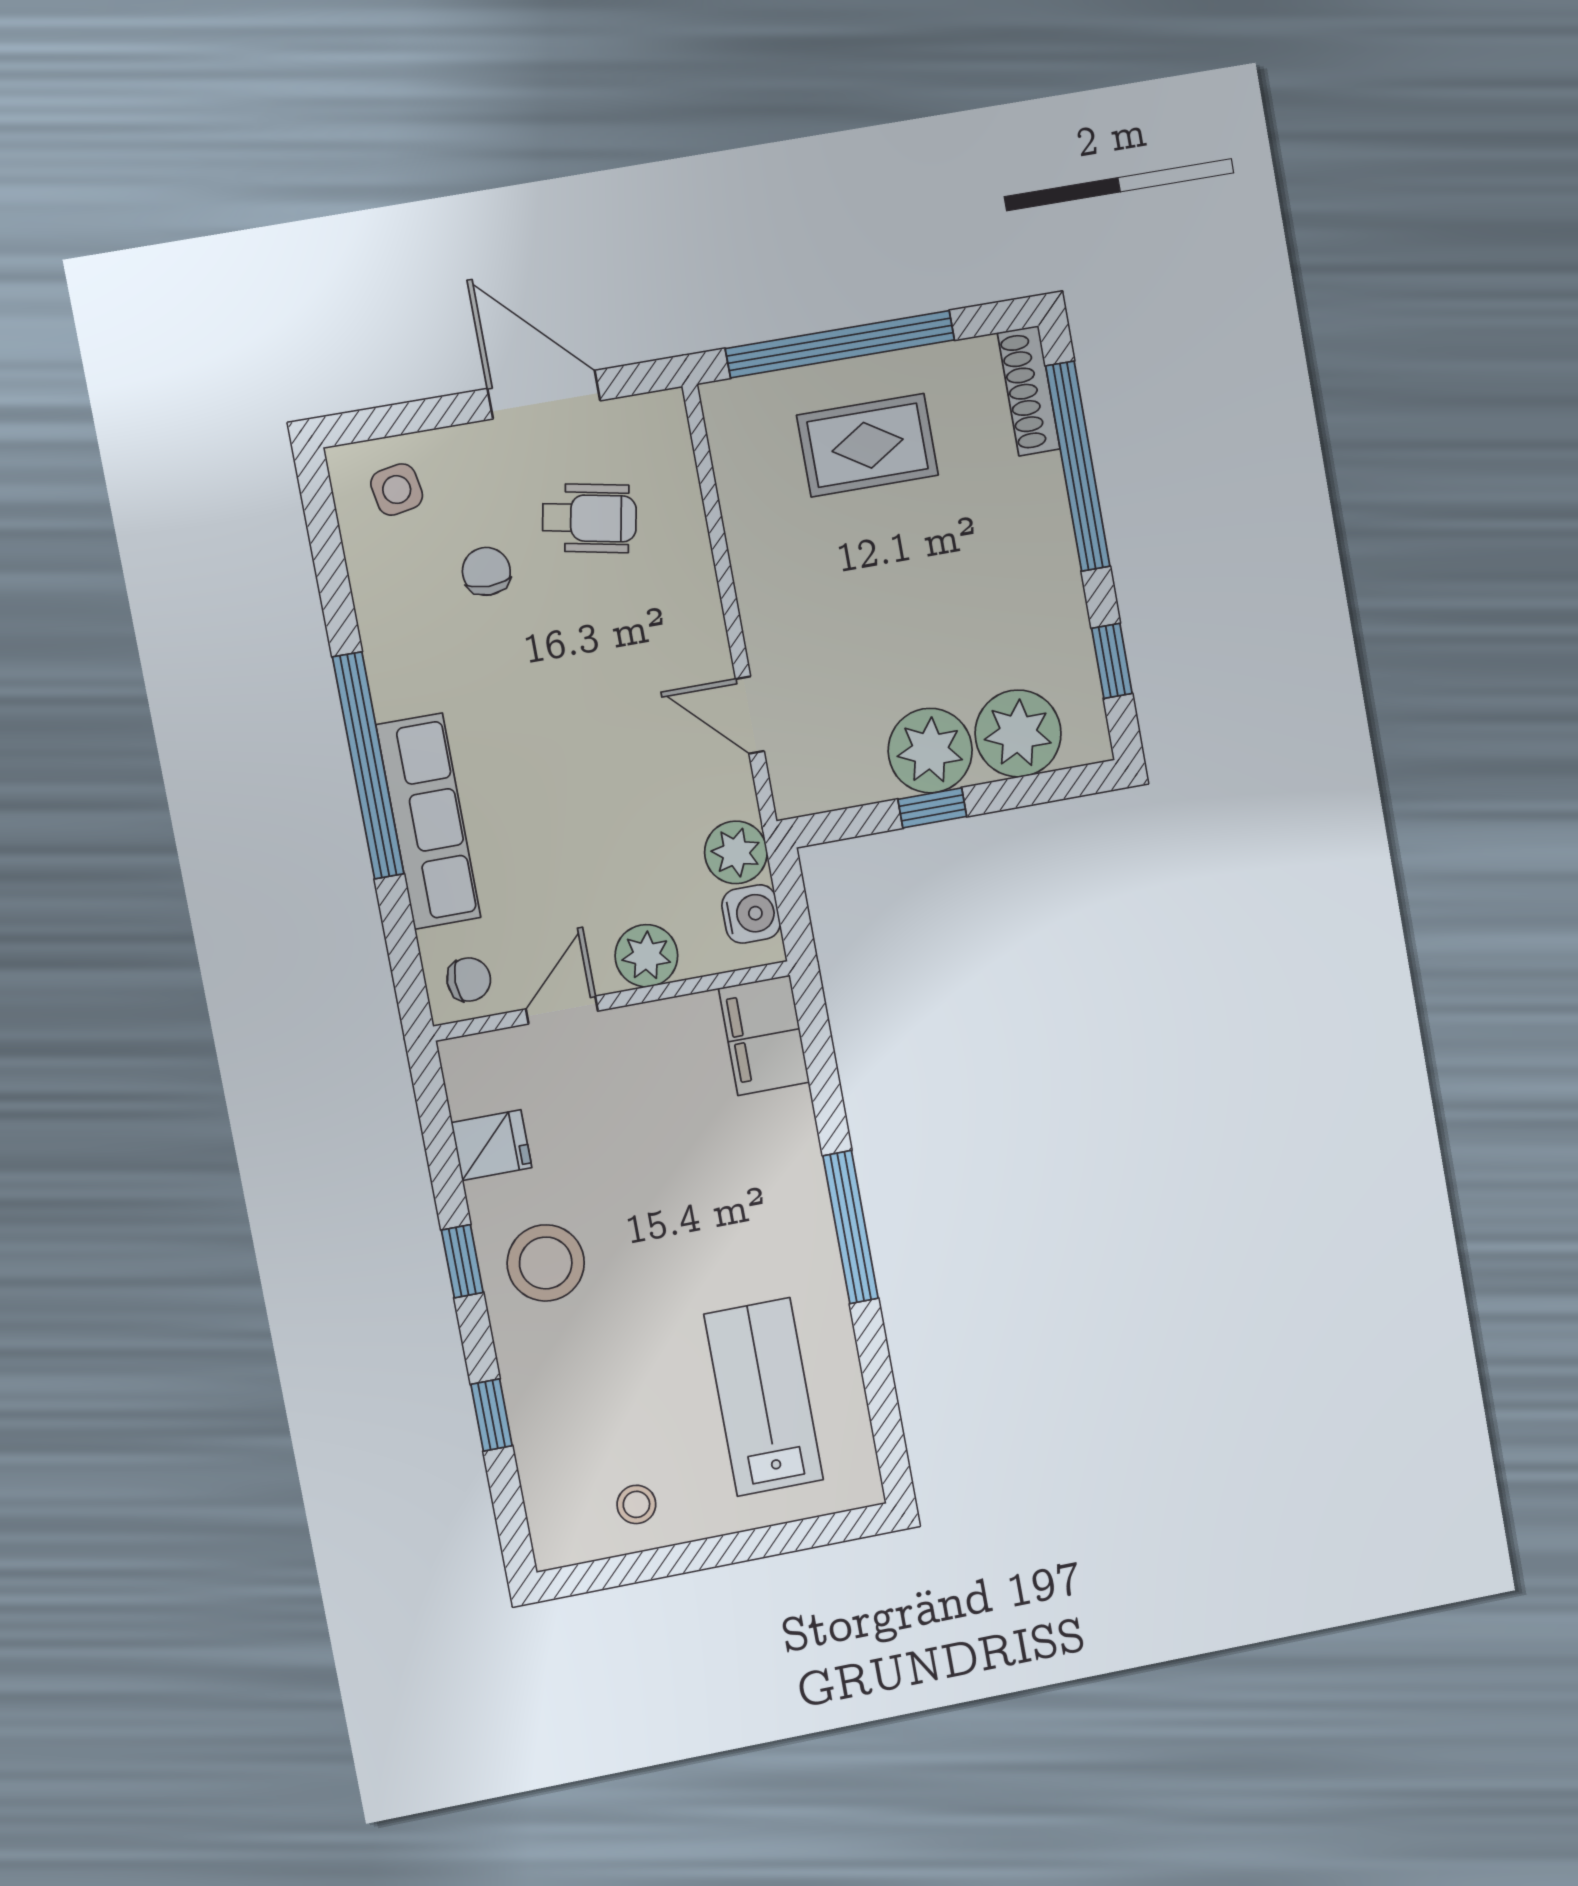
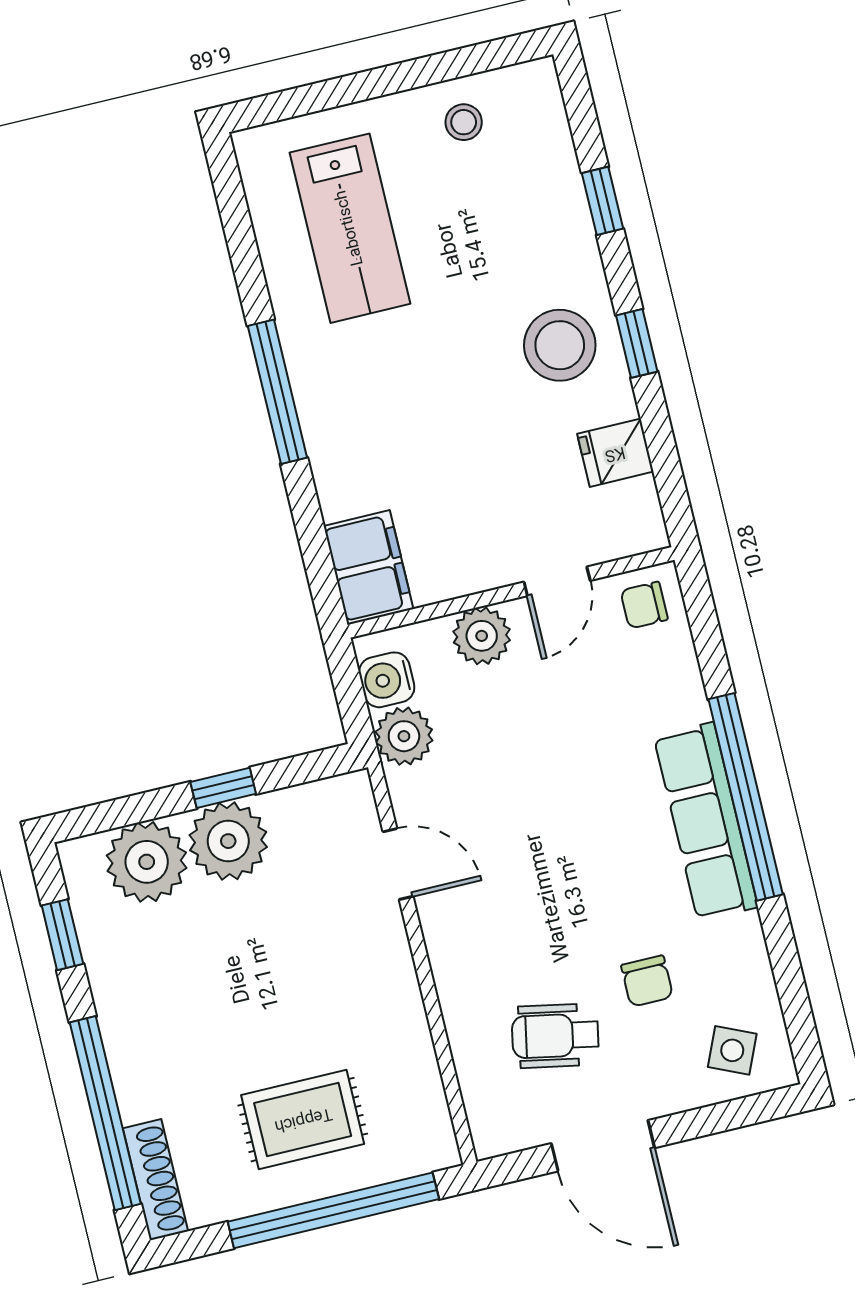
side table: (397, 490) -> (732, 1050), turned 34
row of seats: (428, 821) -> (706, 822), moved

